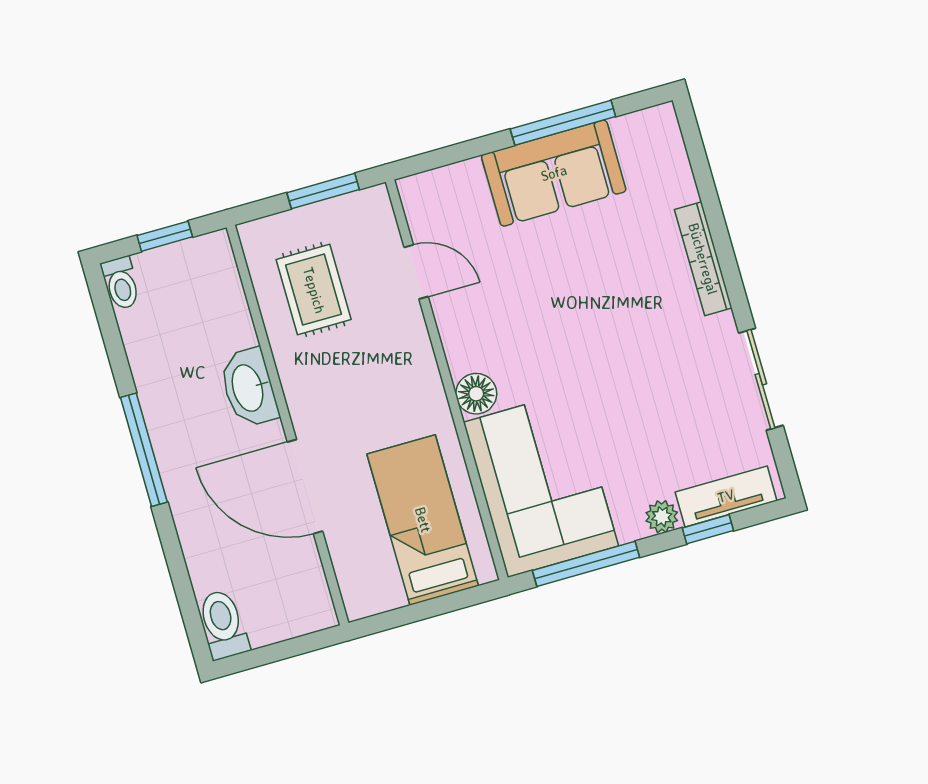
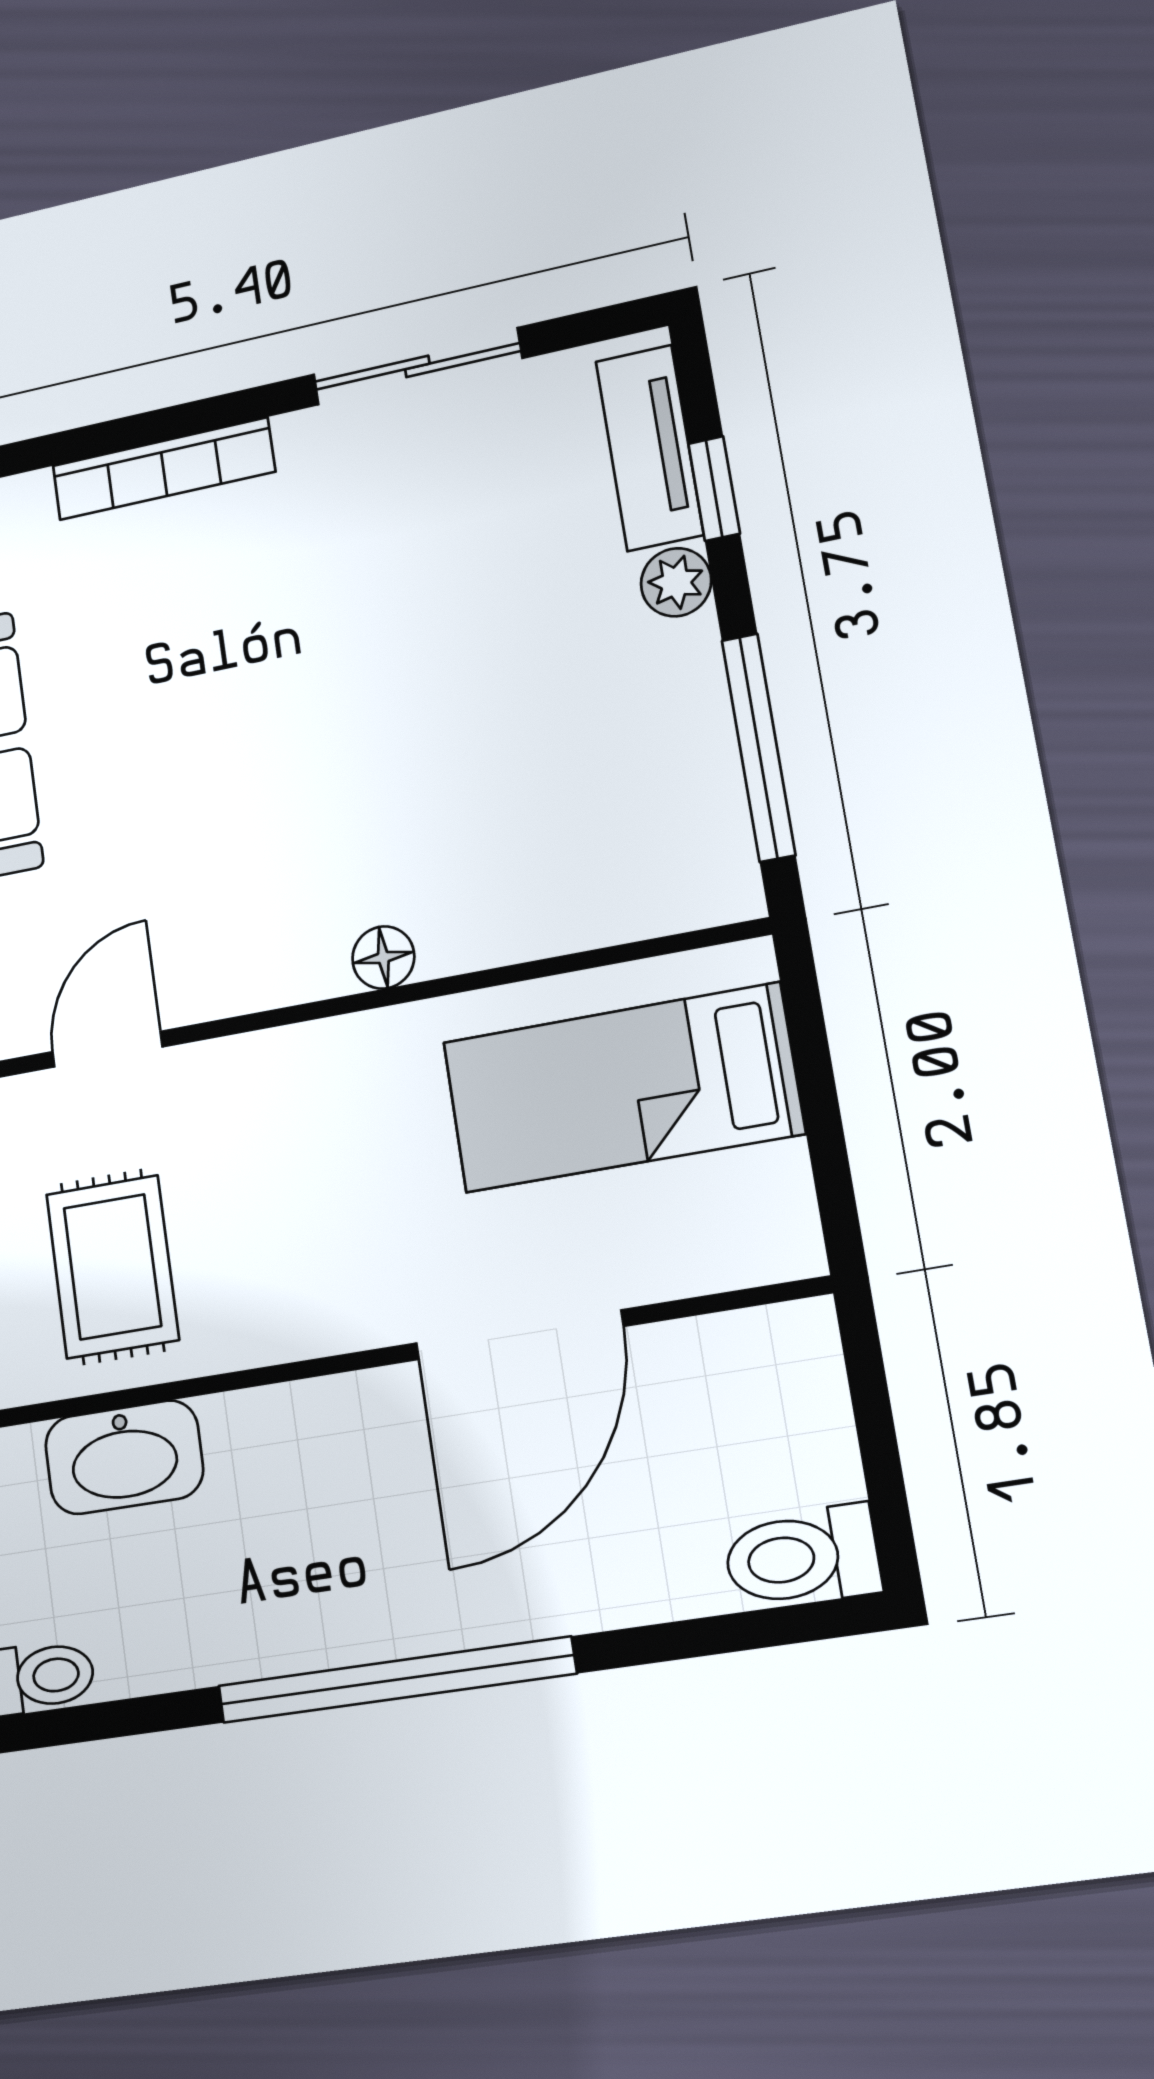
rug: (314, 290) -> (112, 1267), turned 90
washbasin: (249, 388) -> (124, 1457), moved
floor lamp: (476, 394) -> (383, 958), width x0.73, depth x0.73
window: (144, 450) -> (396, 1680), width x1.46
corner sofa: (541, 484) -> (576, 829), removed

